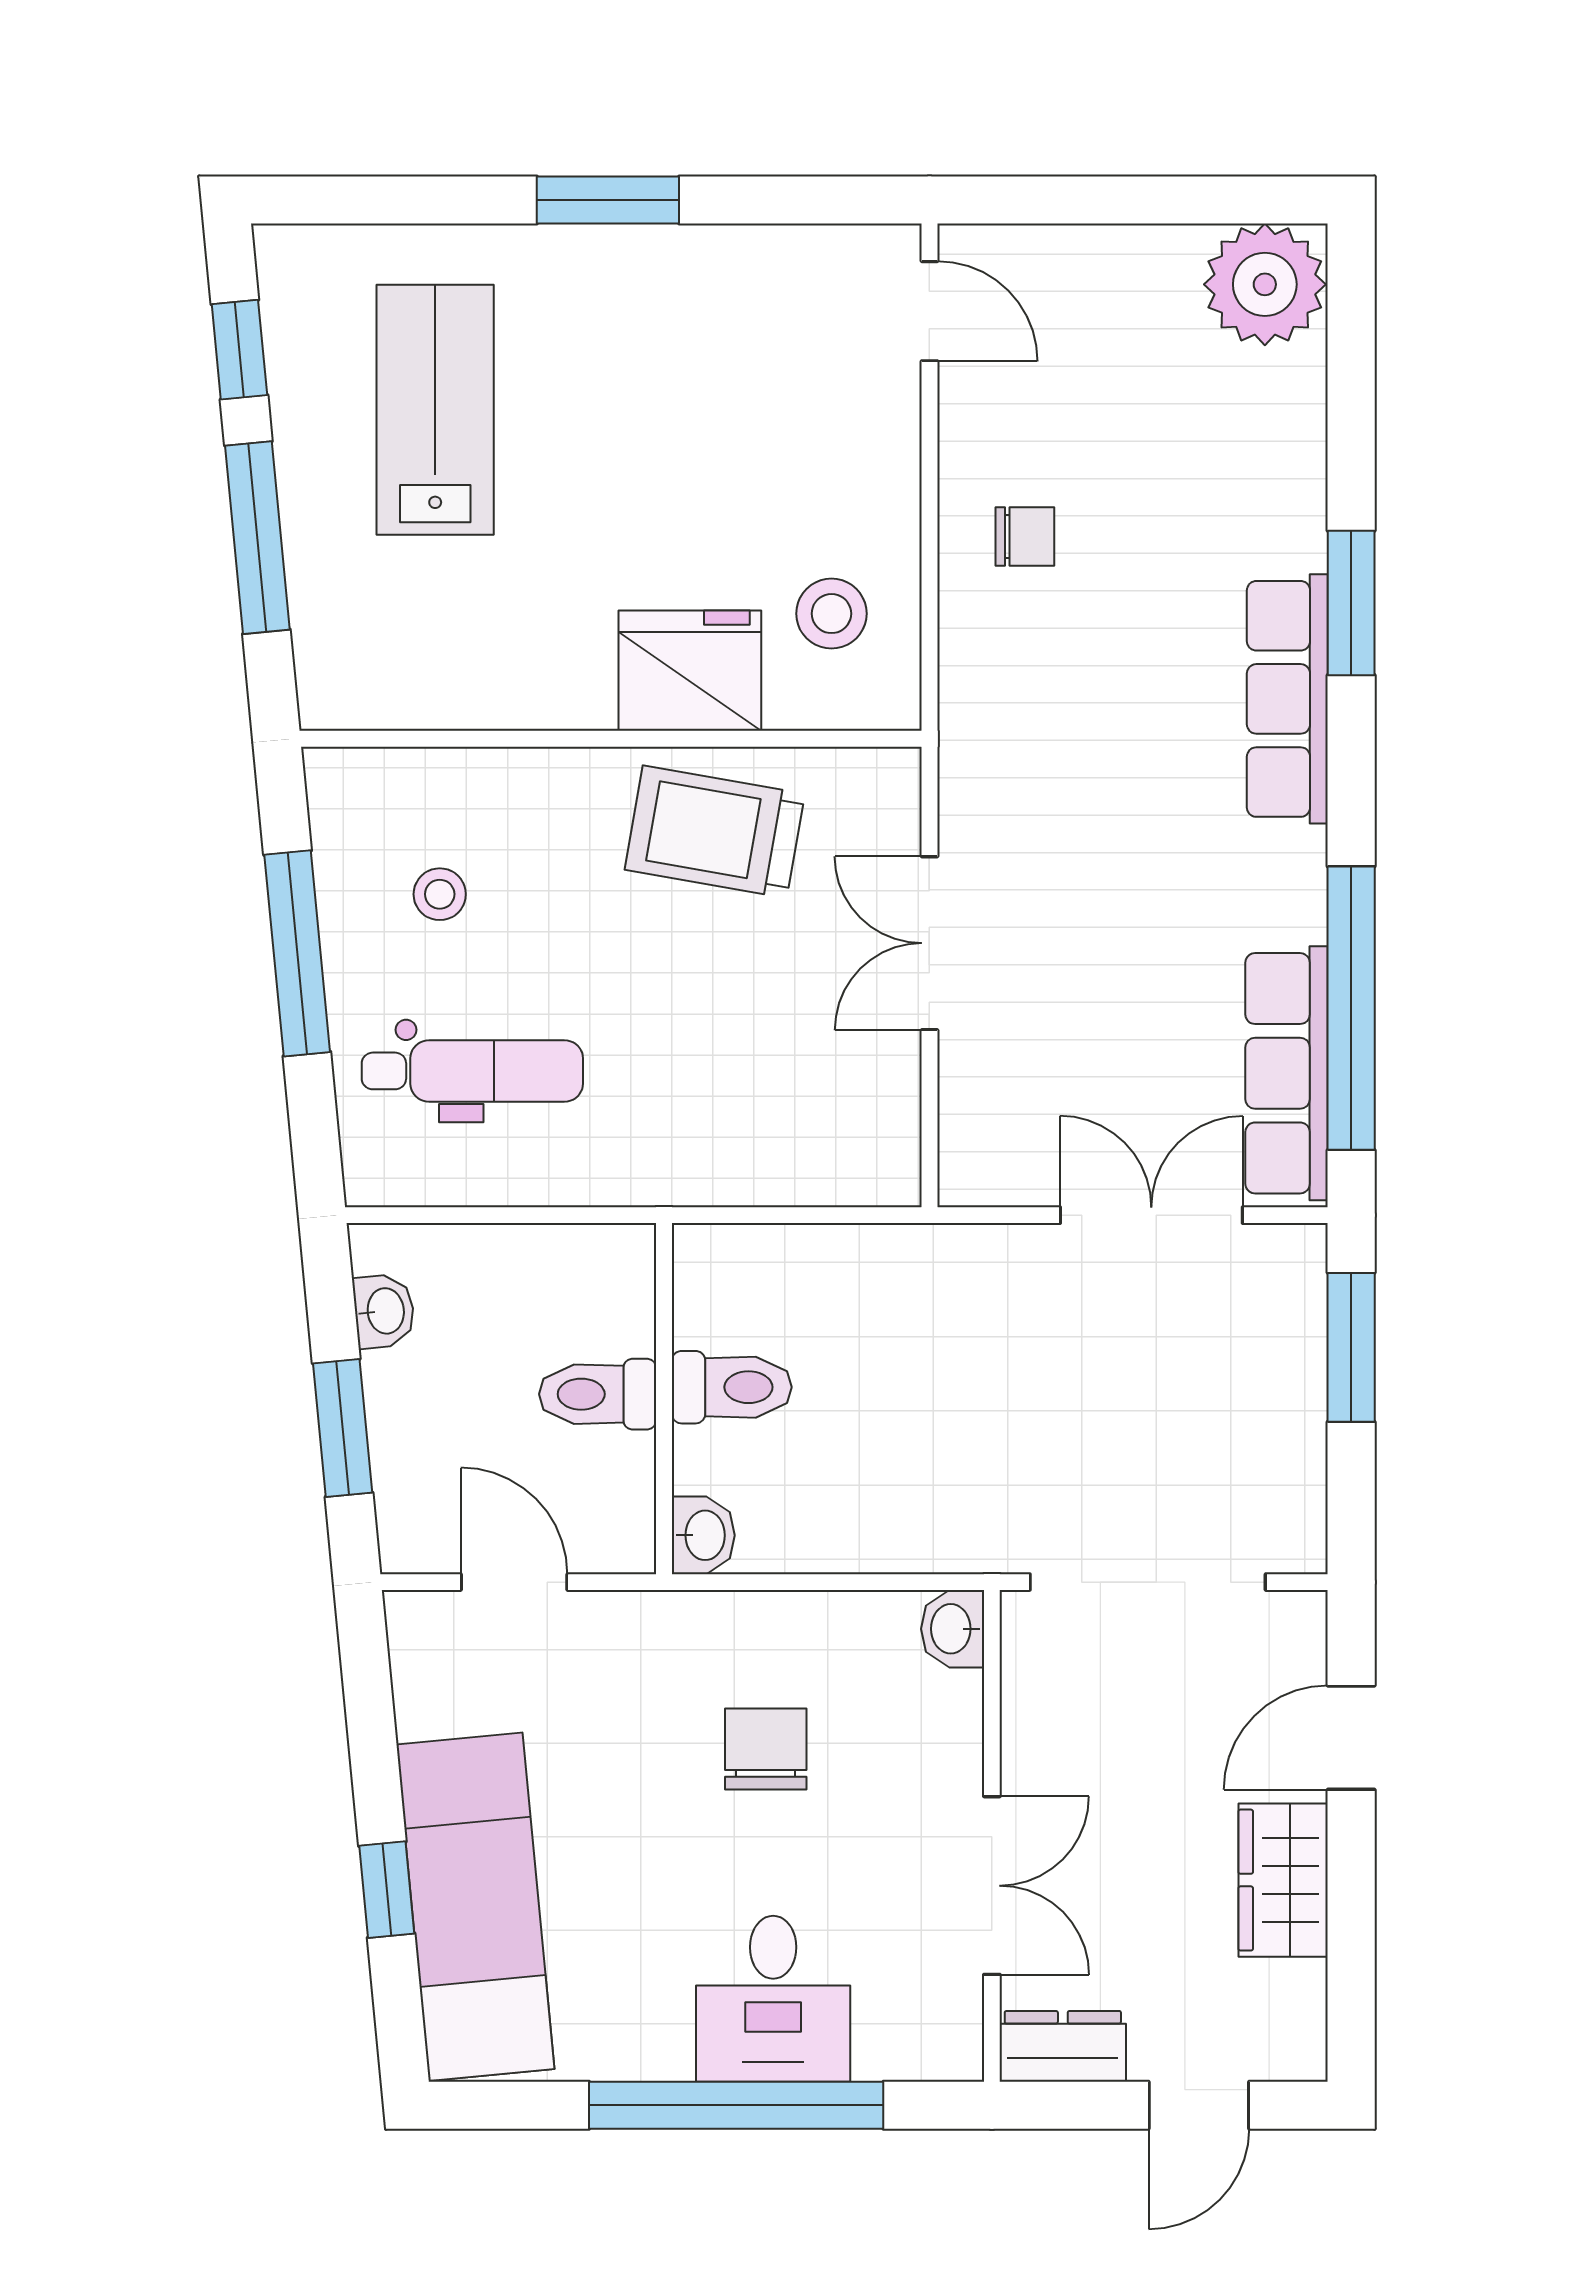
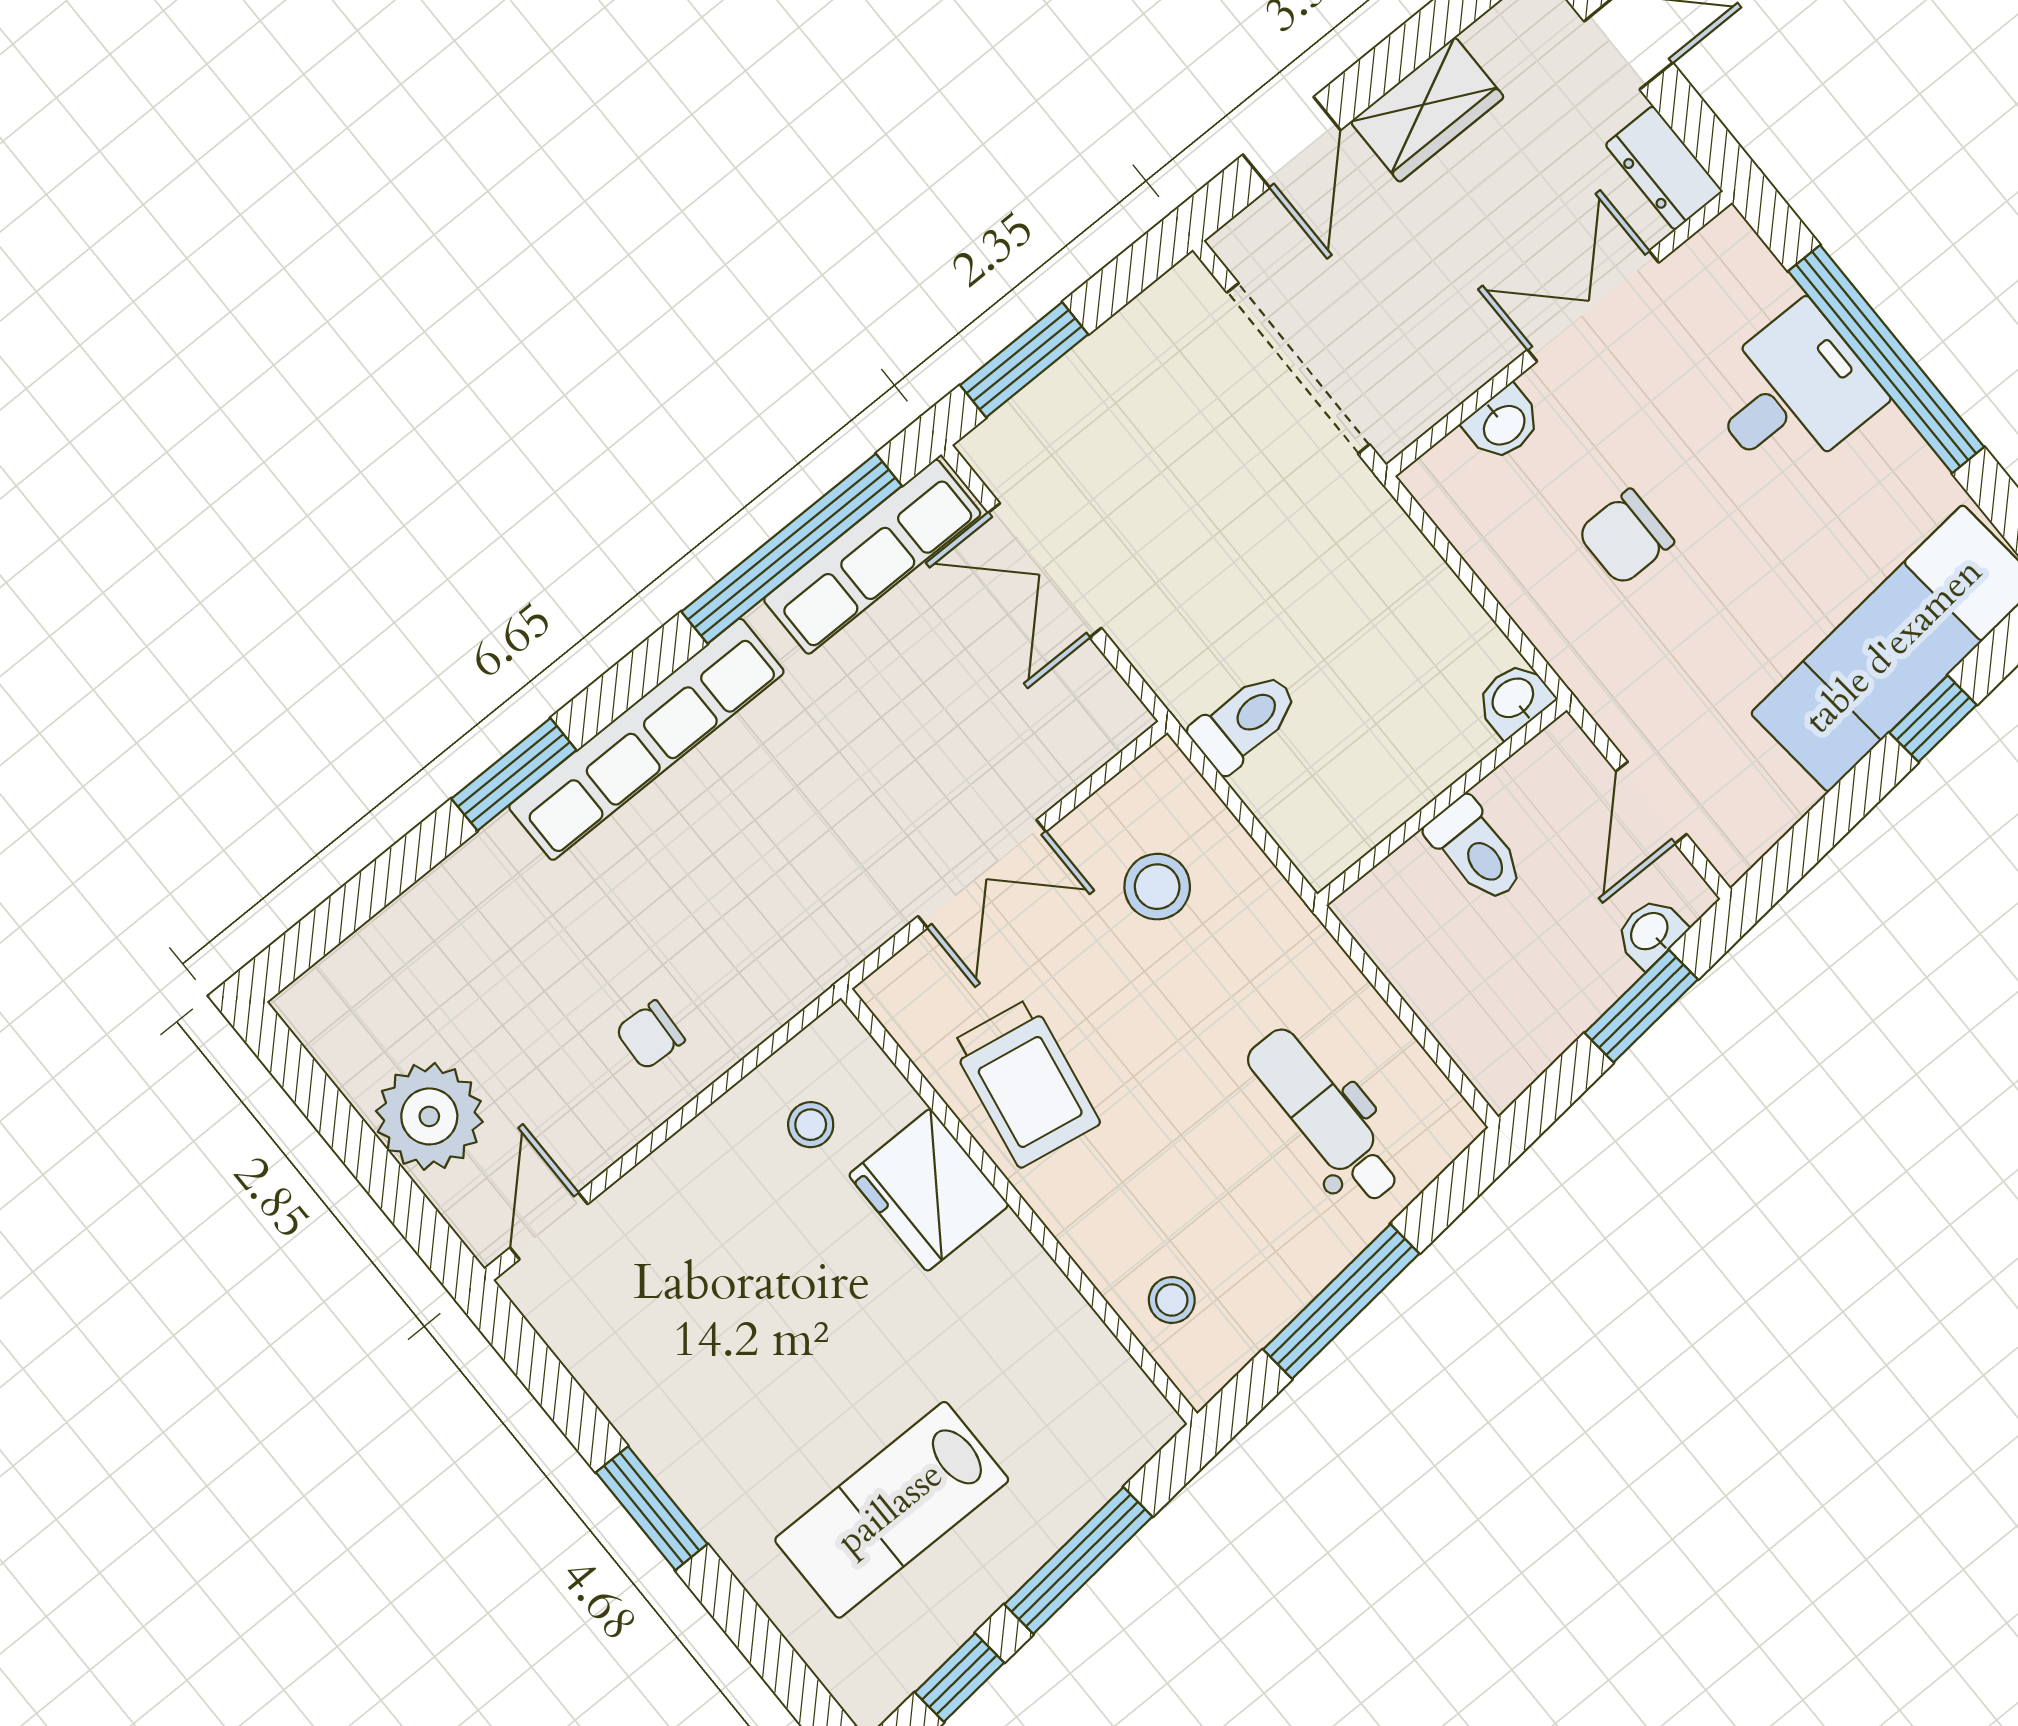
plant: (1265, 284) -> (429, 1116), moved
chair: (1025, 536) -> (650, 1035), turned -87
stool: (831, 614) -> (811, 1125), width x0.73, depth x0.73
row of seats: (1287, 699) -> (646, 739), width x1.36
stool: (440, 894) -> (1172, 1300), moved
stool: (793, 1088) -> (1157, 887), added
washbasin: (384, 1311) -> (1650, 932), moved
toilet: (732, 1387) -> (1245, 722), moved, turned 90
washbasin: (953, 1629) -> (1503, 424), moved
door: (1351, 1738) -> (1292, 142), hinge flipped

